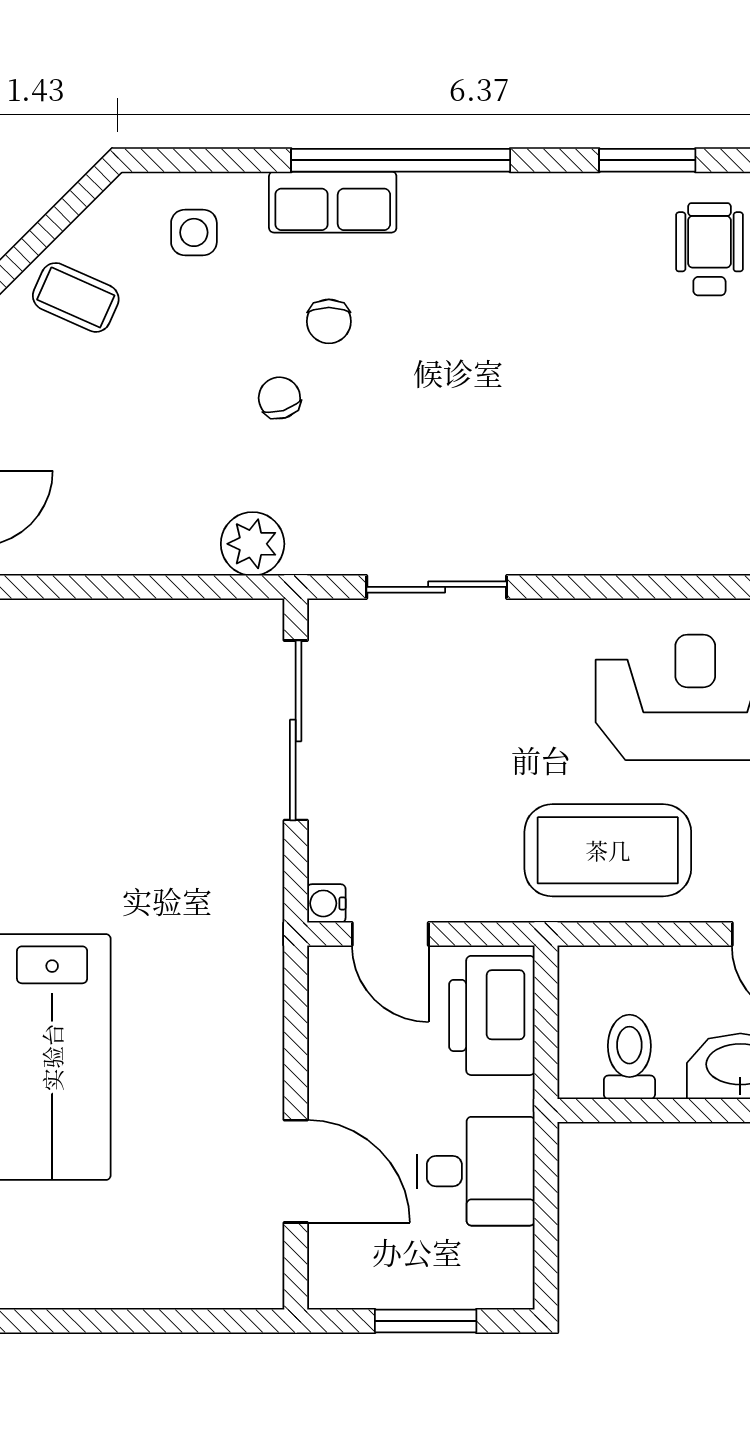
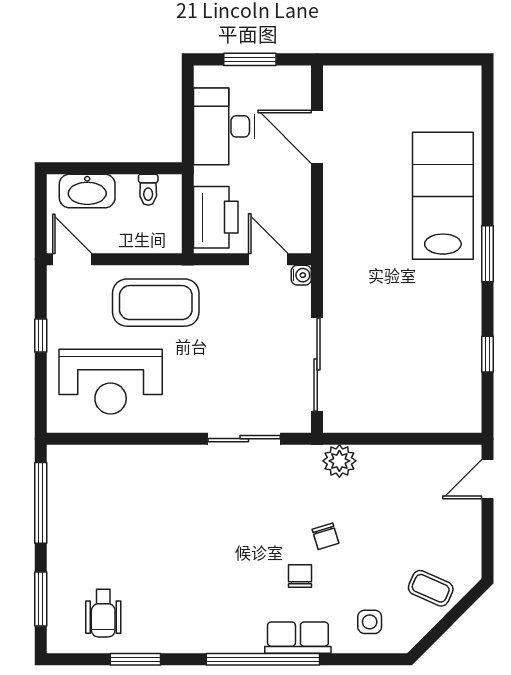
toilet: (629, 1057) -> (148, 190), width x0.73, depth x0.72
desk: (476, 1171) -> (224, 126), width x1.37

